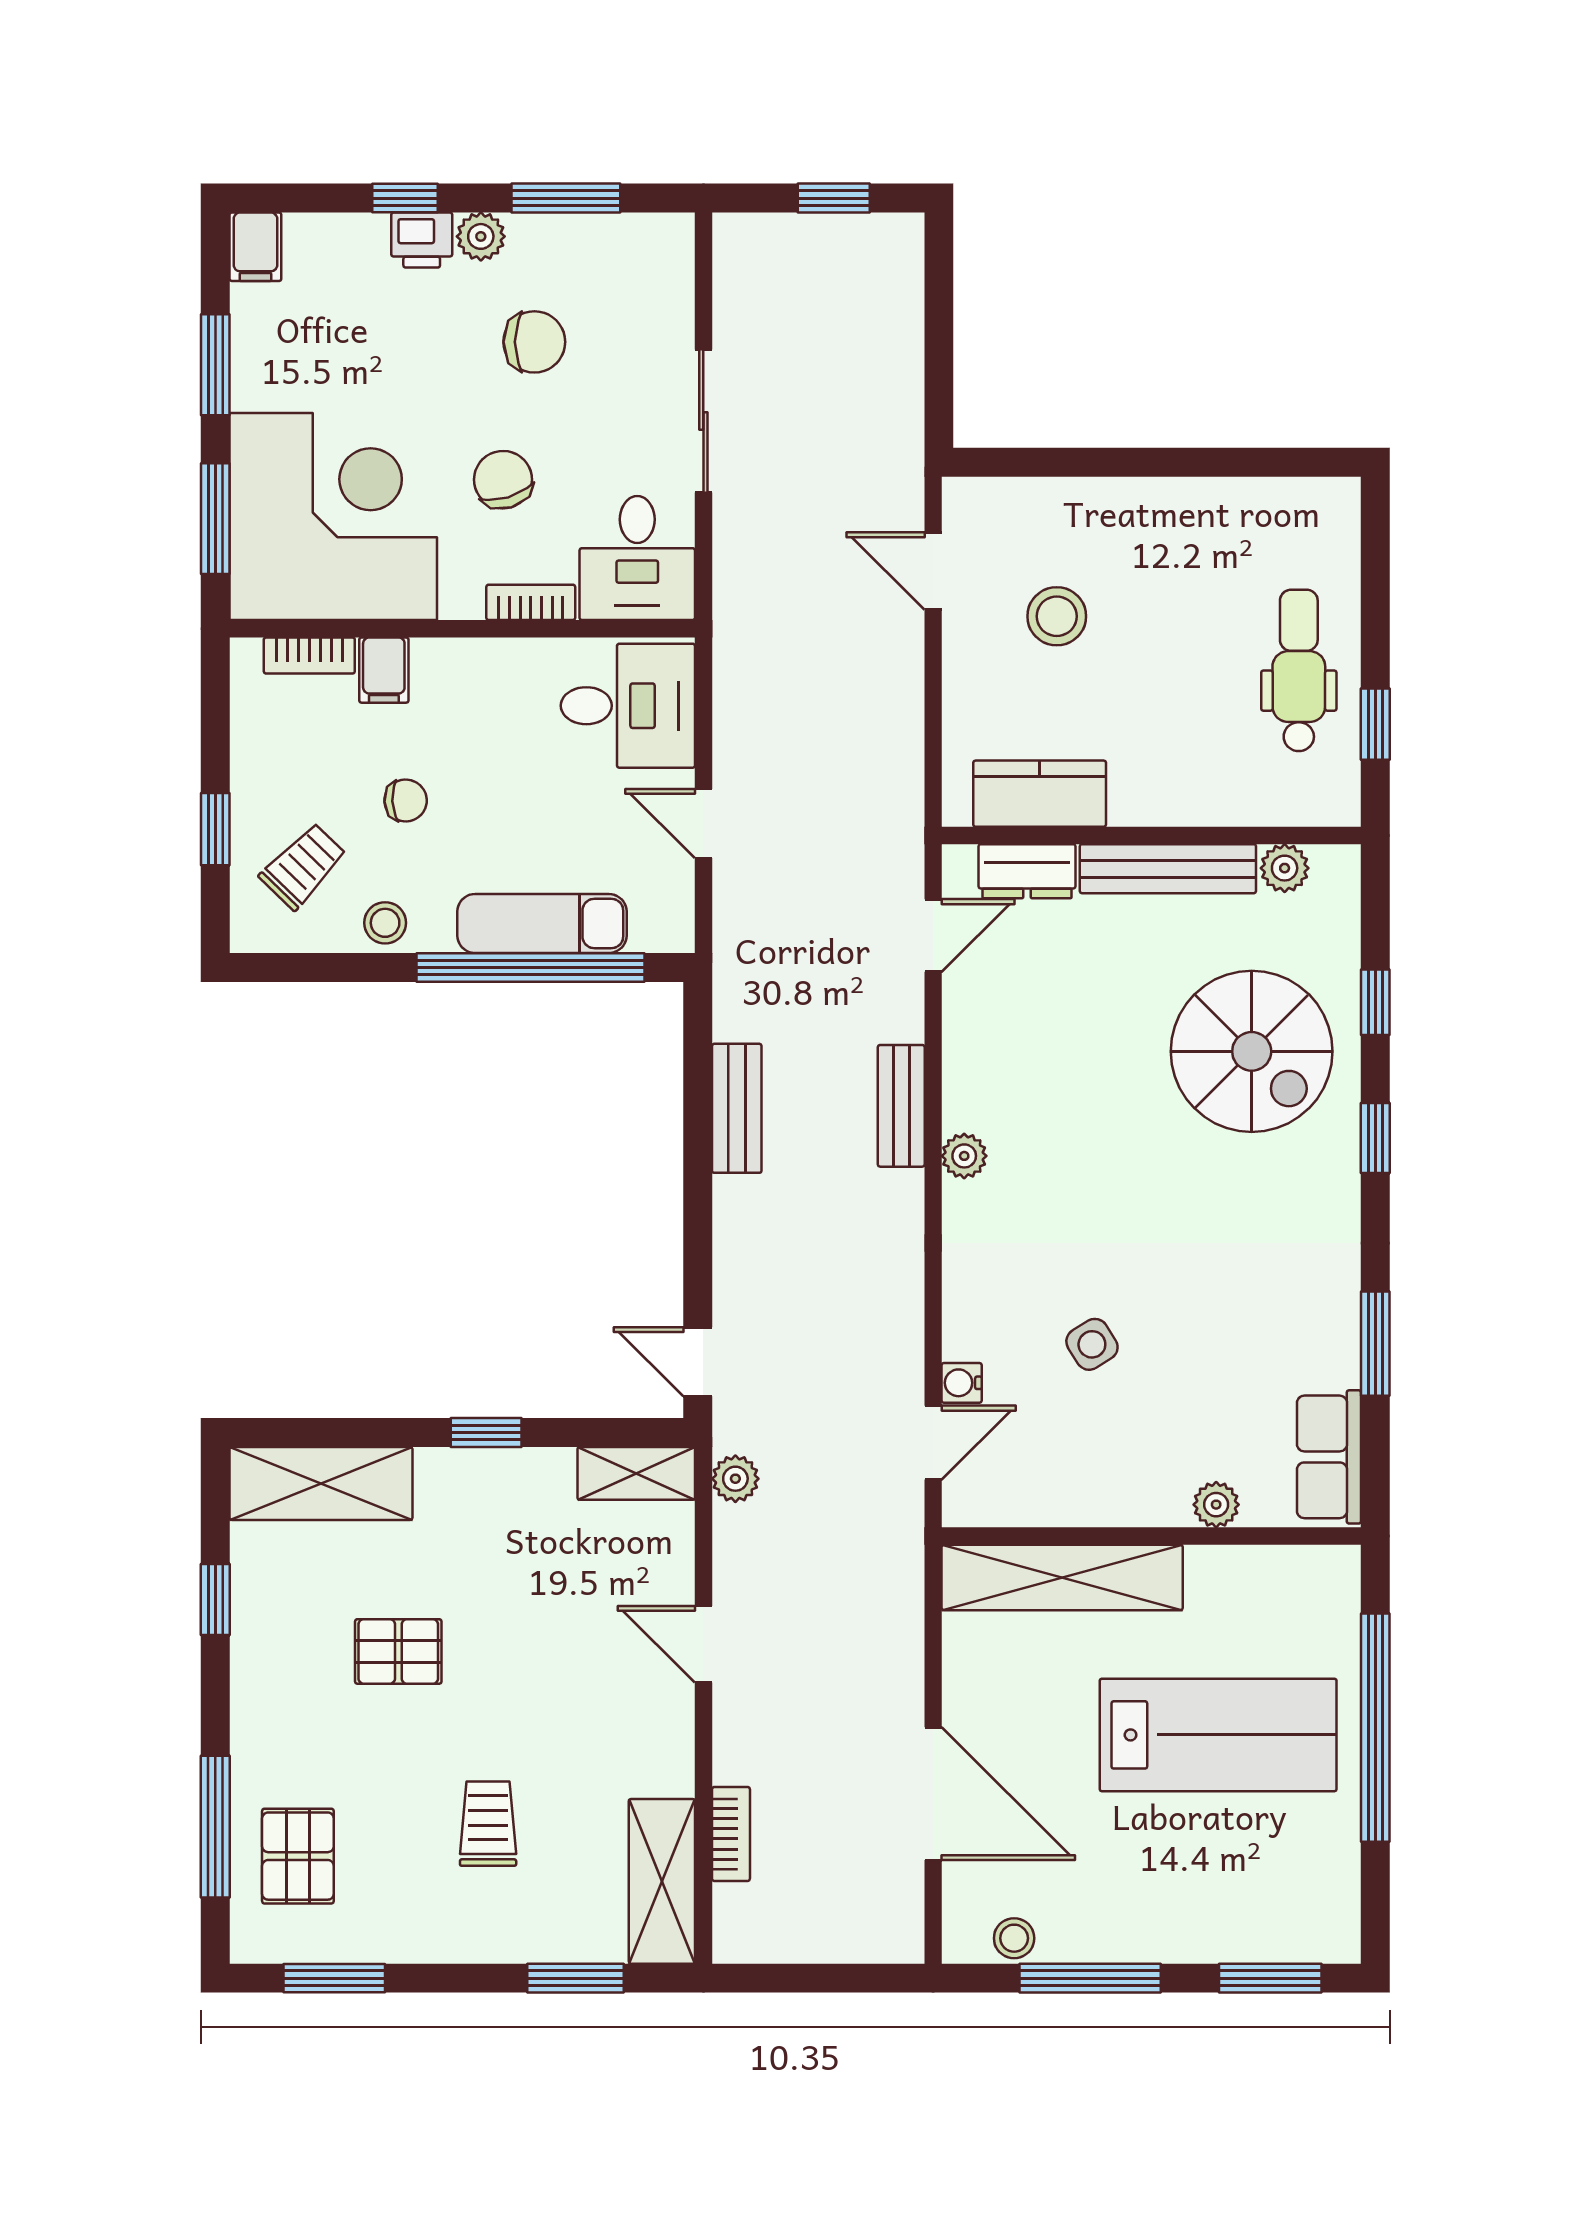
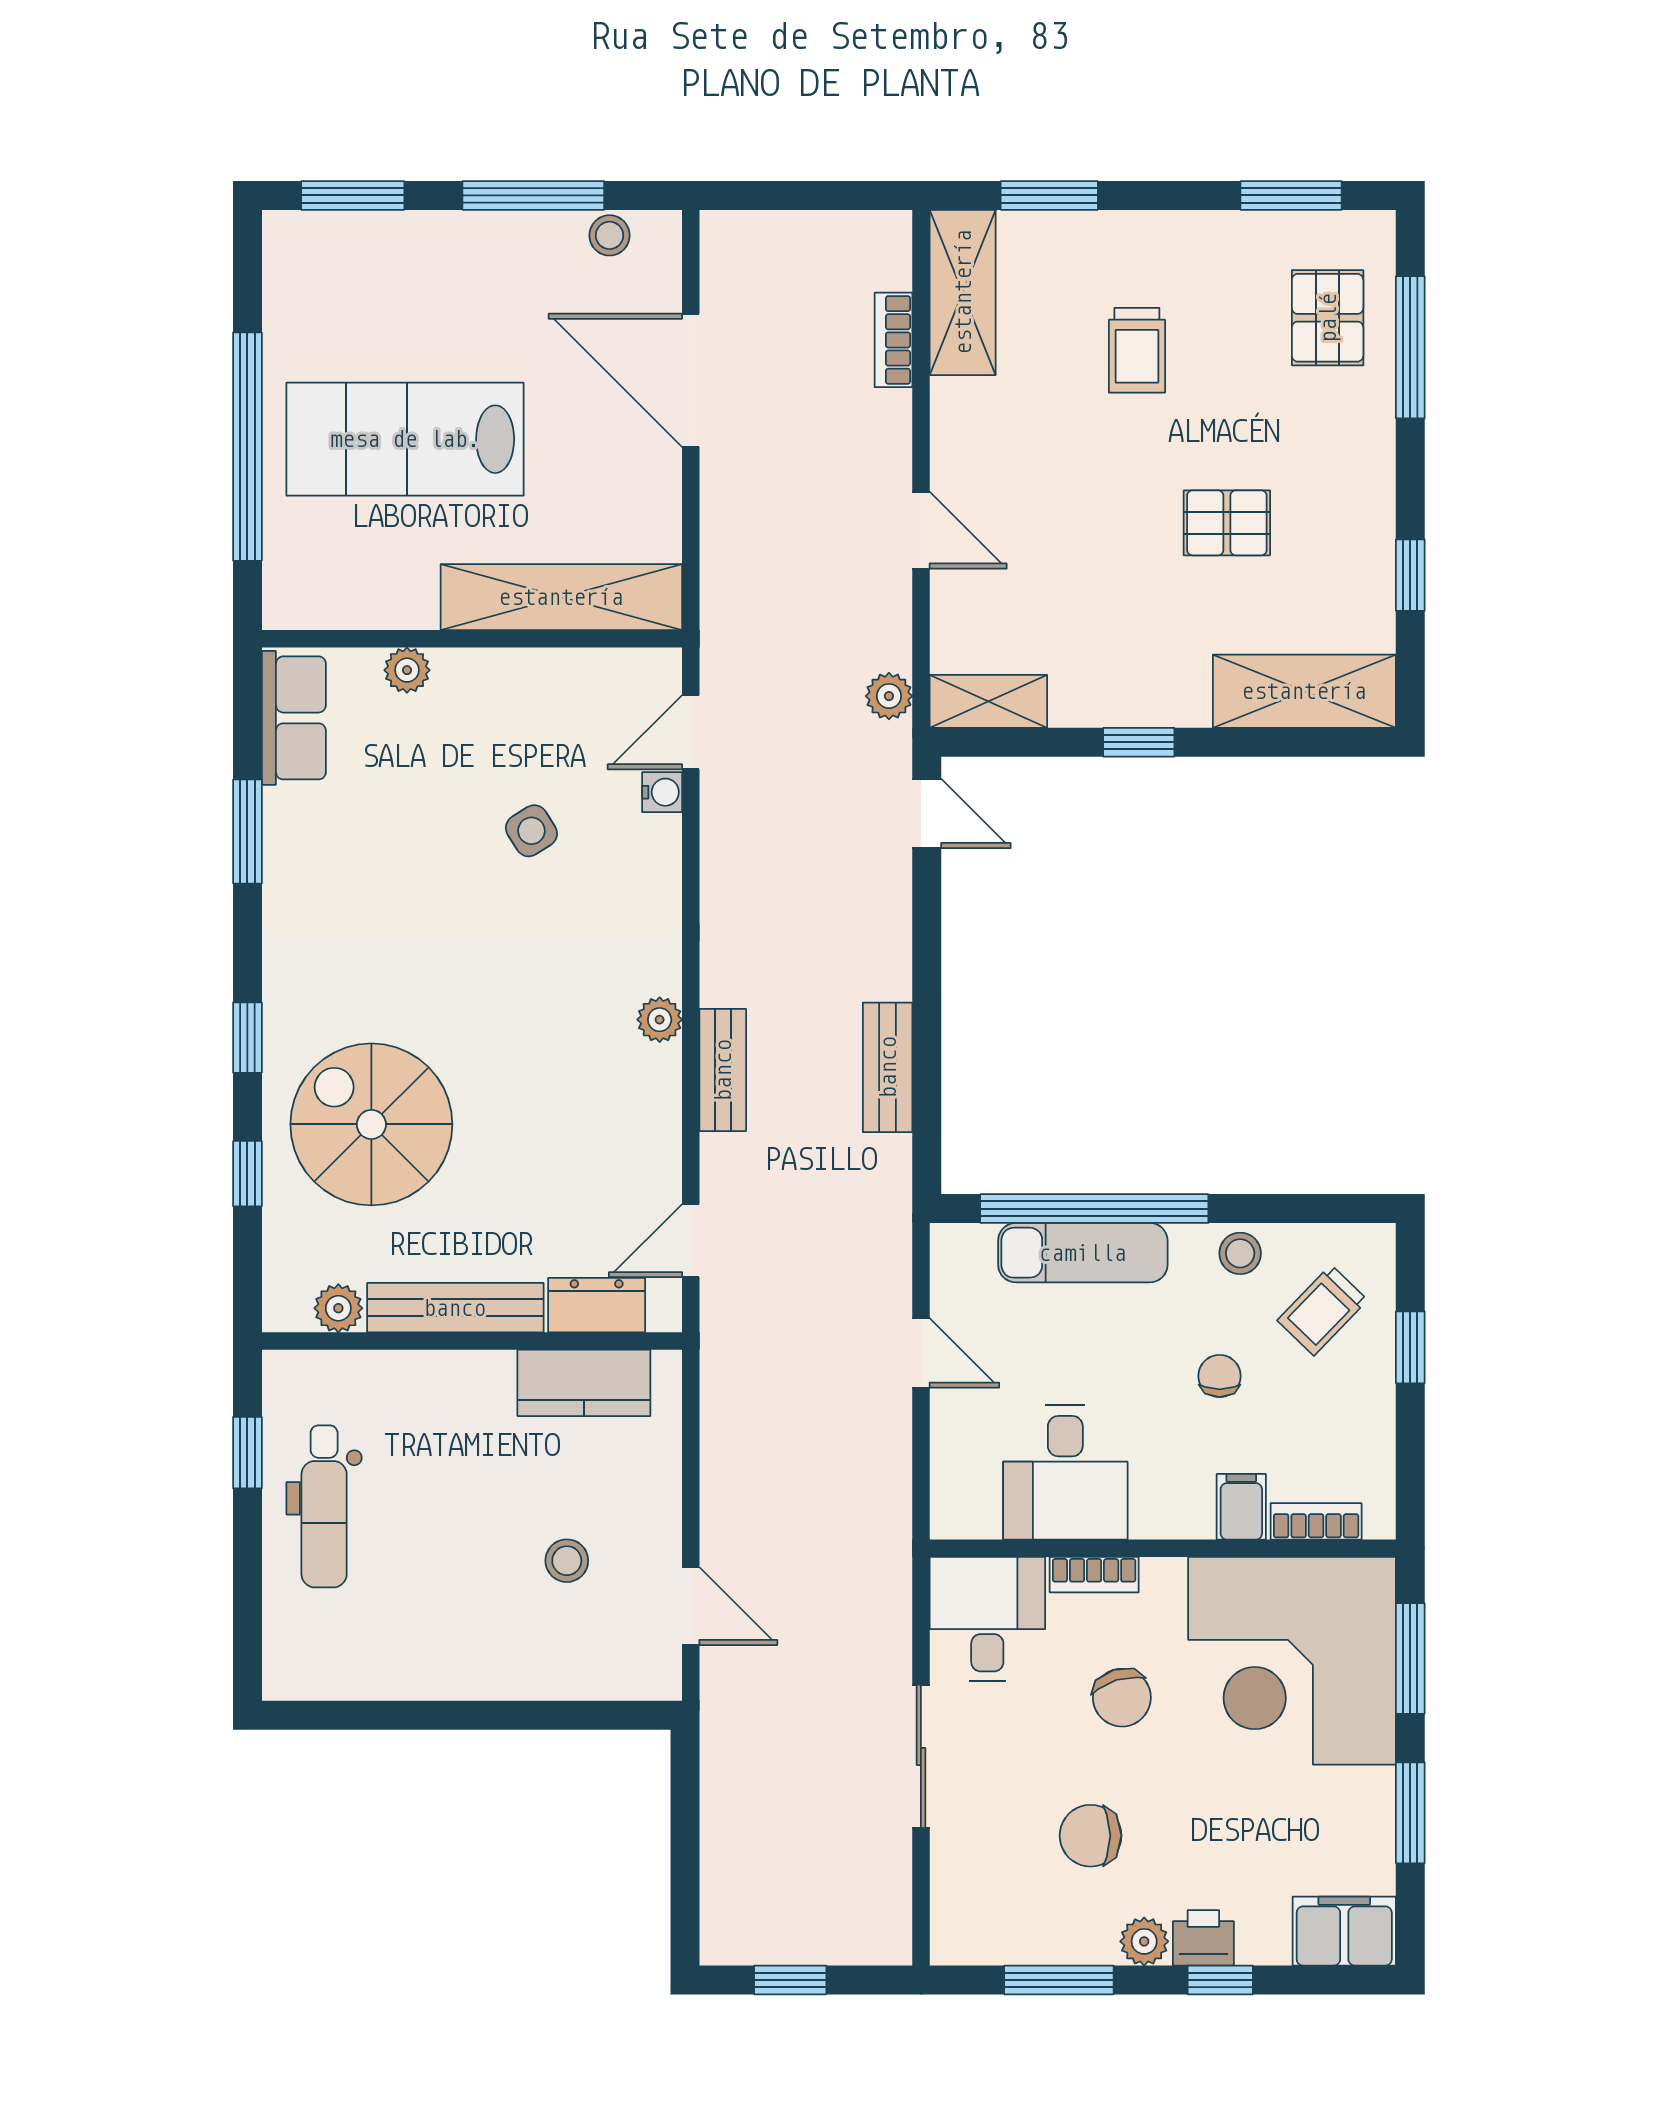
filing cabinet: (255, 247) -> (1344, 1931), width x2.00
stool: (1057, 616) -> (567, 1561), width x0.73, depth x0.73
desk: (628, 706) -> (1065, 1472), moved, turned -90
chair: (406, 800) -> (1220, 1376), turned 93

